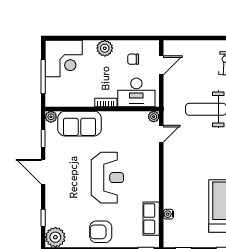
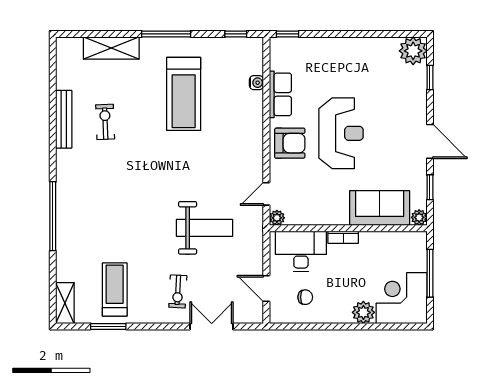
double door: (201, 38) -> (212, 326), added
plant: (105, 48) -> (363, 312), moved
door: (161, 65) -> (266, 288), hinge flipped
reception desk: (107, 178) -> (341, 133), turned 180
row of seats: (151, 219) -> (280, 94), moved
armchair: (101, 232) -> (290, 143), moved

